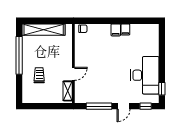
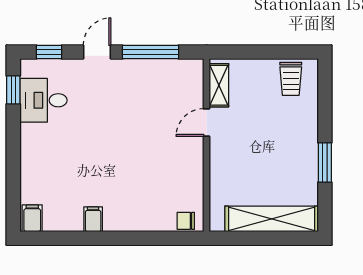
filing cabinet: (116, 30) -> (32, 218), moved
window: (19, 55) -> (325, 162), width x0.47
trolley: (39, 75) -> (291, 79), moved
desk: (145, 75) -> (44, 100), width x0.53, depth x0.77

